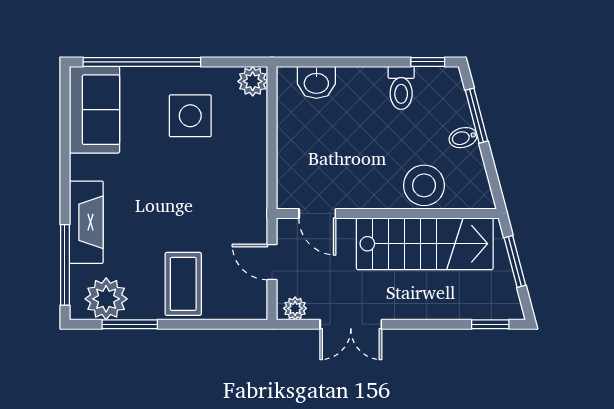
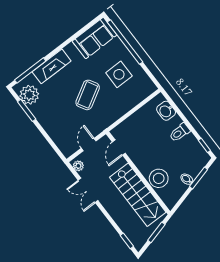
plant: (253, 81) -> (149, 87), removed
toilet: (401, 88) -> (180, 132), moved
coffee table: (183, 284) -> (88, 95), moved, turned -30

